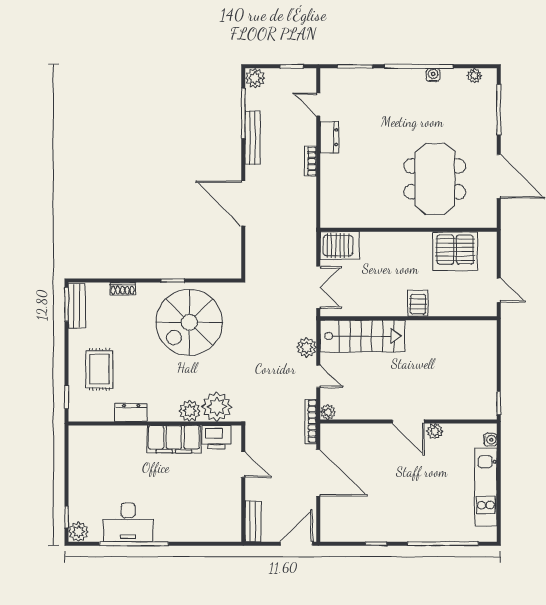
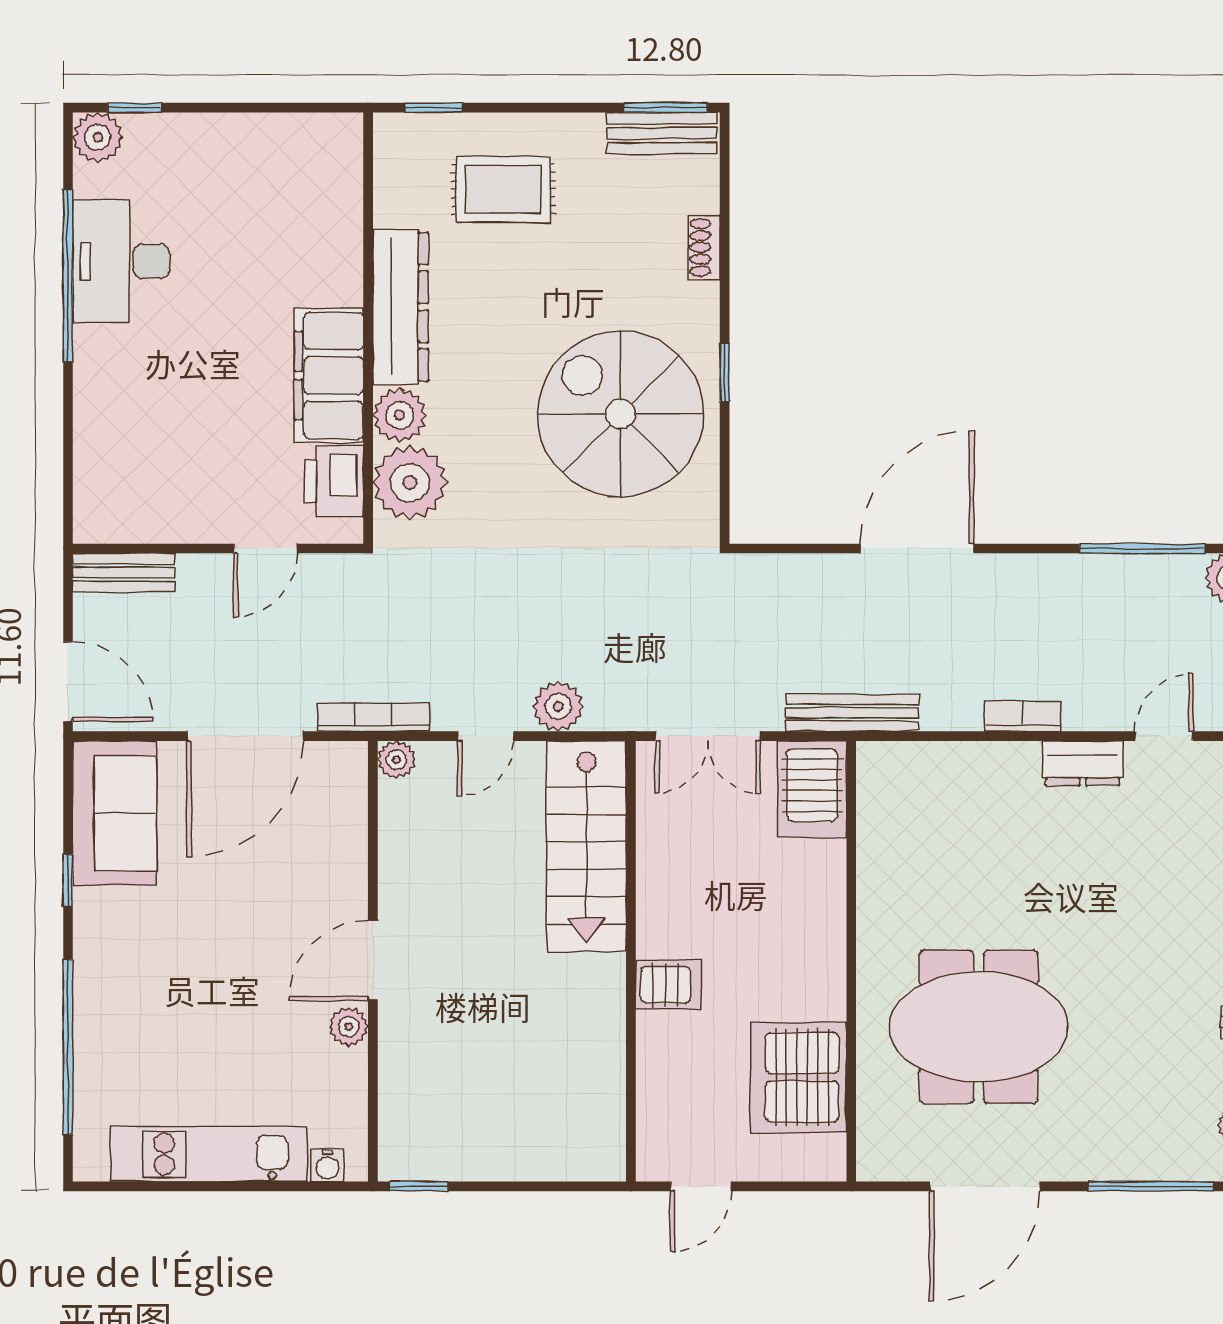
bench: (253, 138) -> (852, 713), moved
dresser: (131, 413) -> (401, 307), width x1.96, depth x1.24
sofa: (349, 525) -> (115, 813), added

